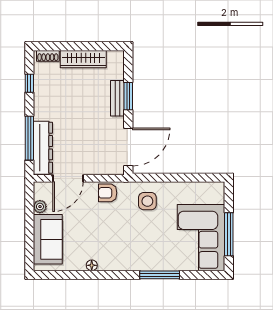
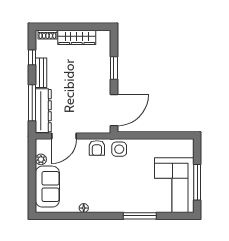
bench: (117, 98) -> (41, 73), moved
armchair: (108, 193) -> (97, 148), turned -90
side table: (147, 201) -> (119, 149), moved

